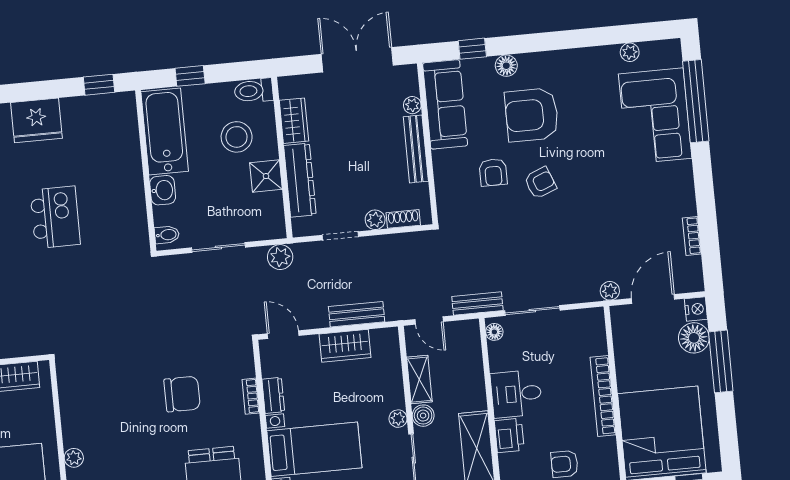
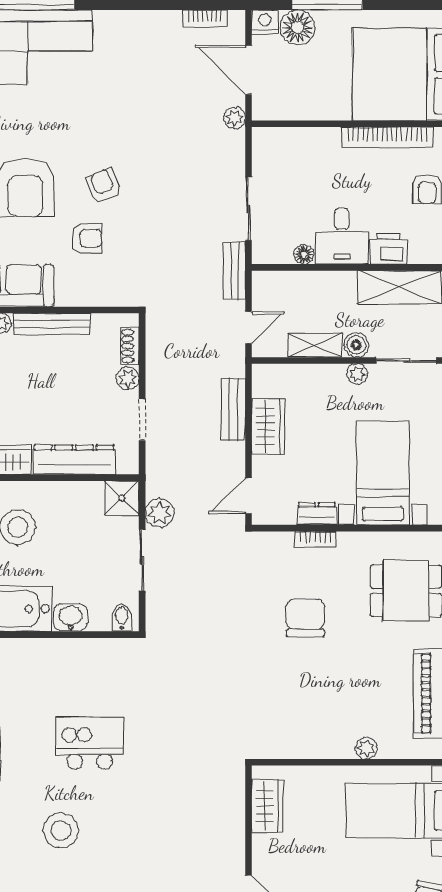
shower: (266, 176) -> (122, 498), moved
bookcase: (692, 236) -> (205, 19), moved
plant: (280, 257) -> (160, 513), moved
floor lamp: (494, 332) -> (304, 254), moved
bookcase: (603, 396) -> (387, 137), moved

